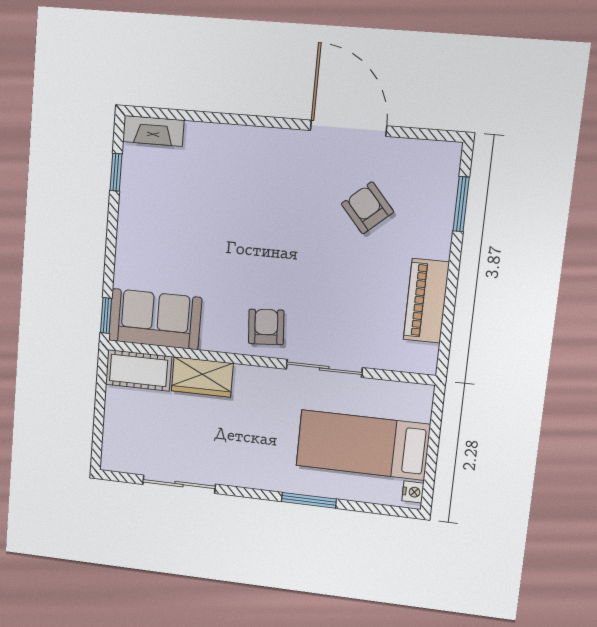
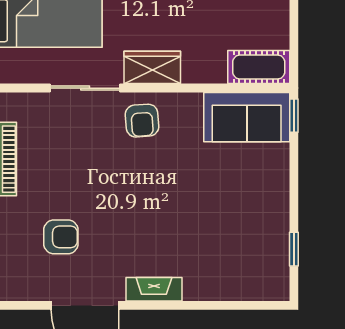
fireplace: (153, 131) -> (154, 289), moved
armchair: (367, 208) -> (61, 237), turned -49
wardrobe: (202, 377) -> (152, 67), moved

